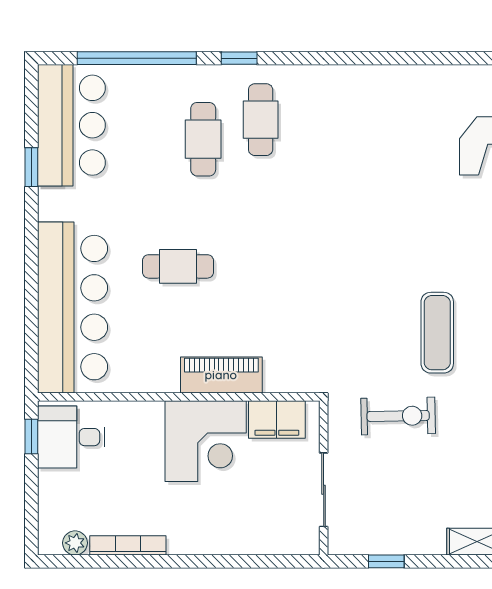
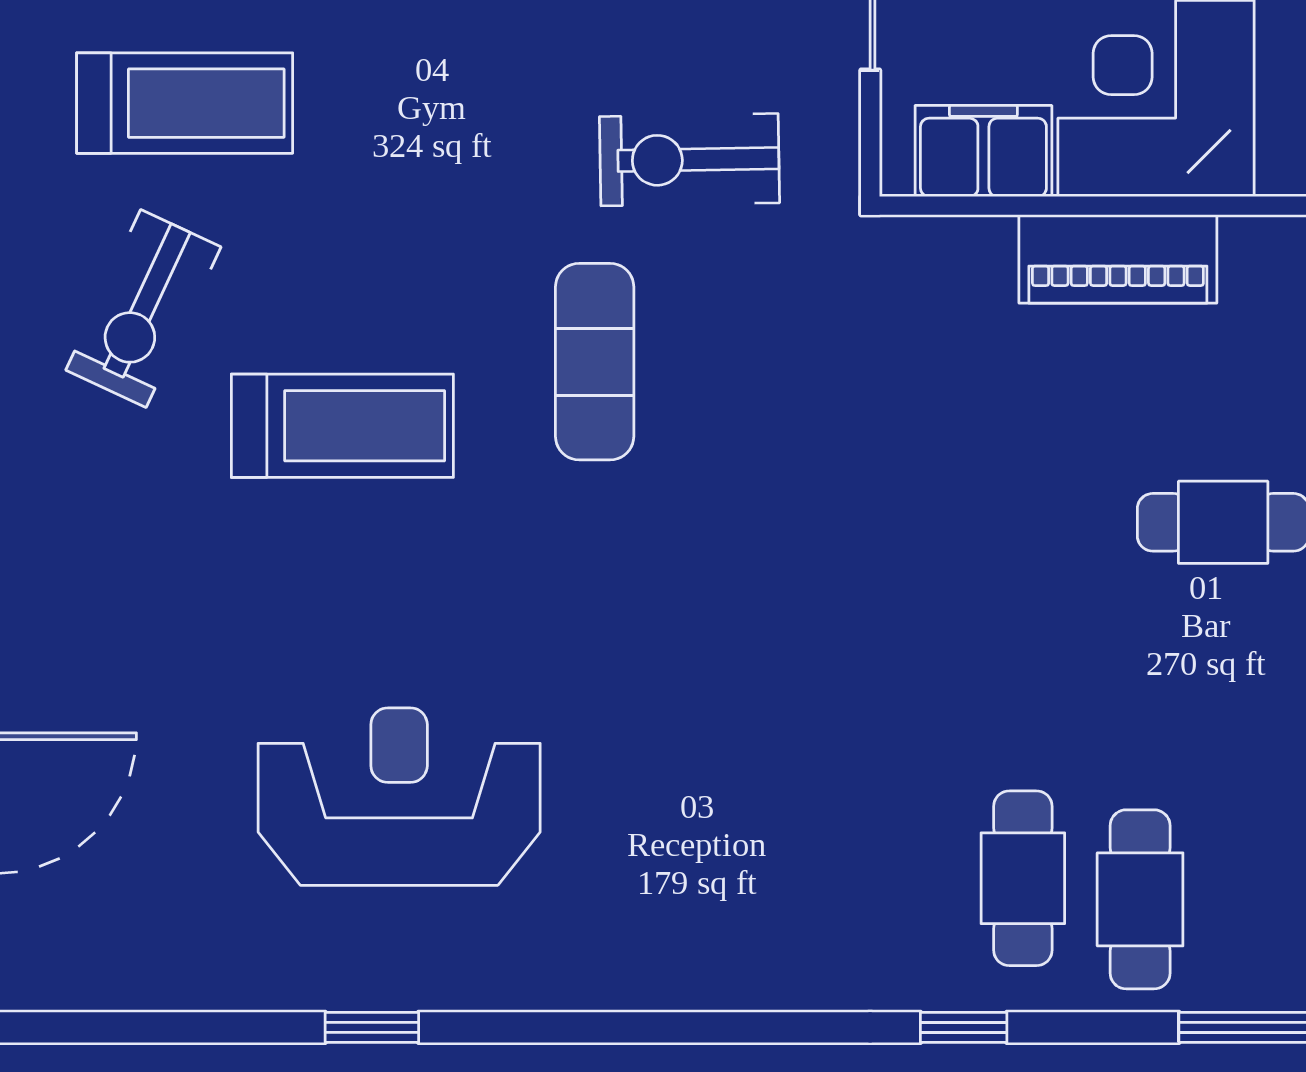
window: (239, 58) -> (964, 1027), moved
cafe table: (203, 139) -> (1140, 899), moved

